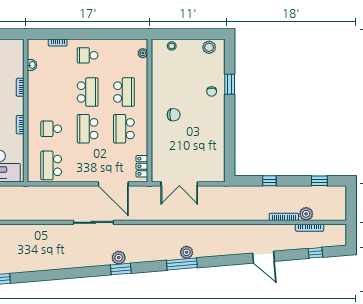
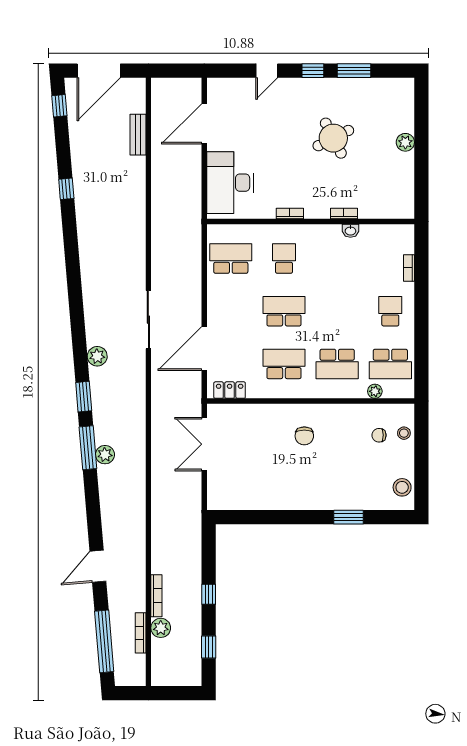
plant: (143, 53) -> (375, 391), moved
washbasin: (32, 65) -> (350, 231), moved
chair: (212, 91) -> (379, 435), moved
school desk: (88, 92) -> (390, 364), moved
window: (269, 181) -> (209, 594), moved
window: (315, 253) -> (104, 641), width x3.17
window: (121, 269) -> (84, 397), moved

